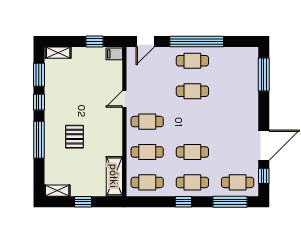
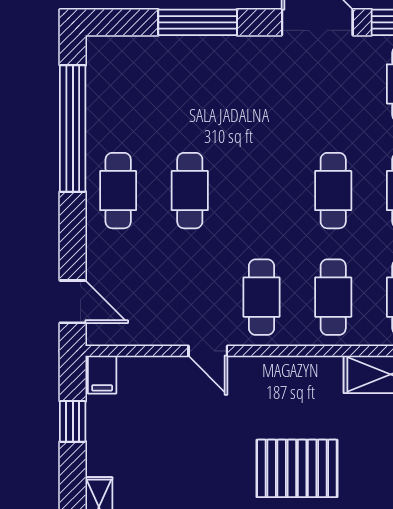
window: (197, 41) -> (73, 128), moved
window: (264, 75) -> (198, 22), moved
pallet: (75, 137) -> (297, 468), width x1.50, depth x1.42

